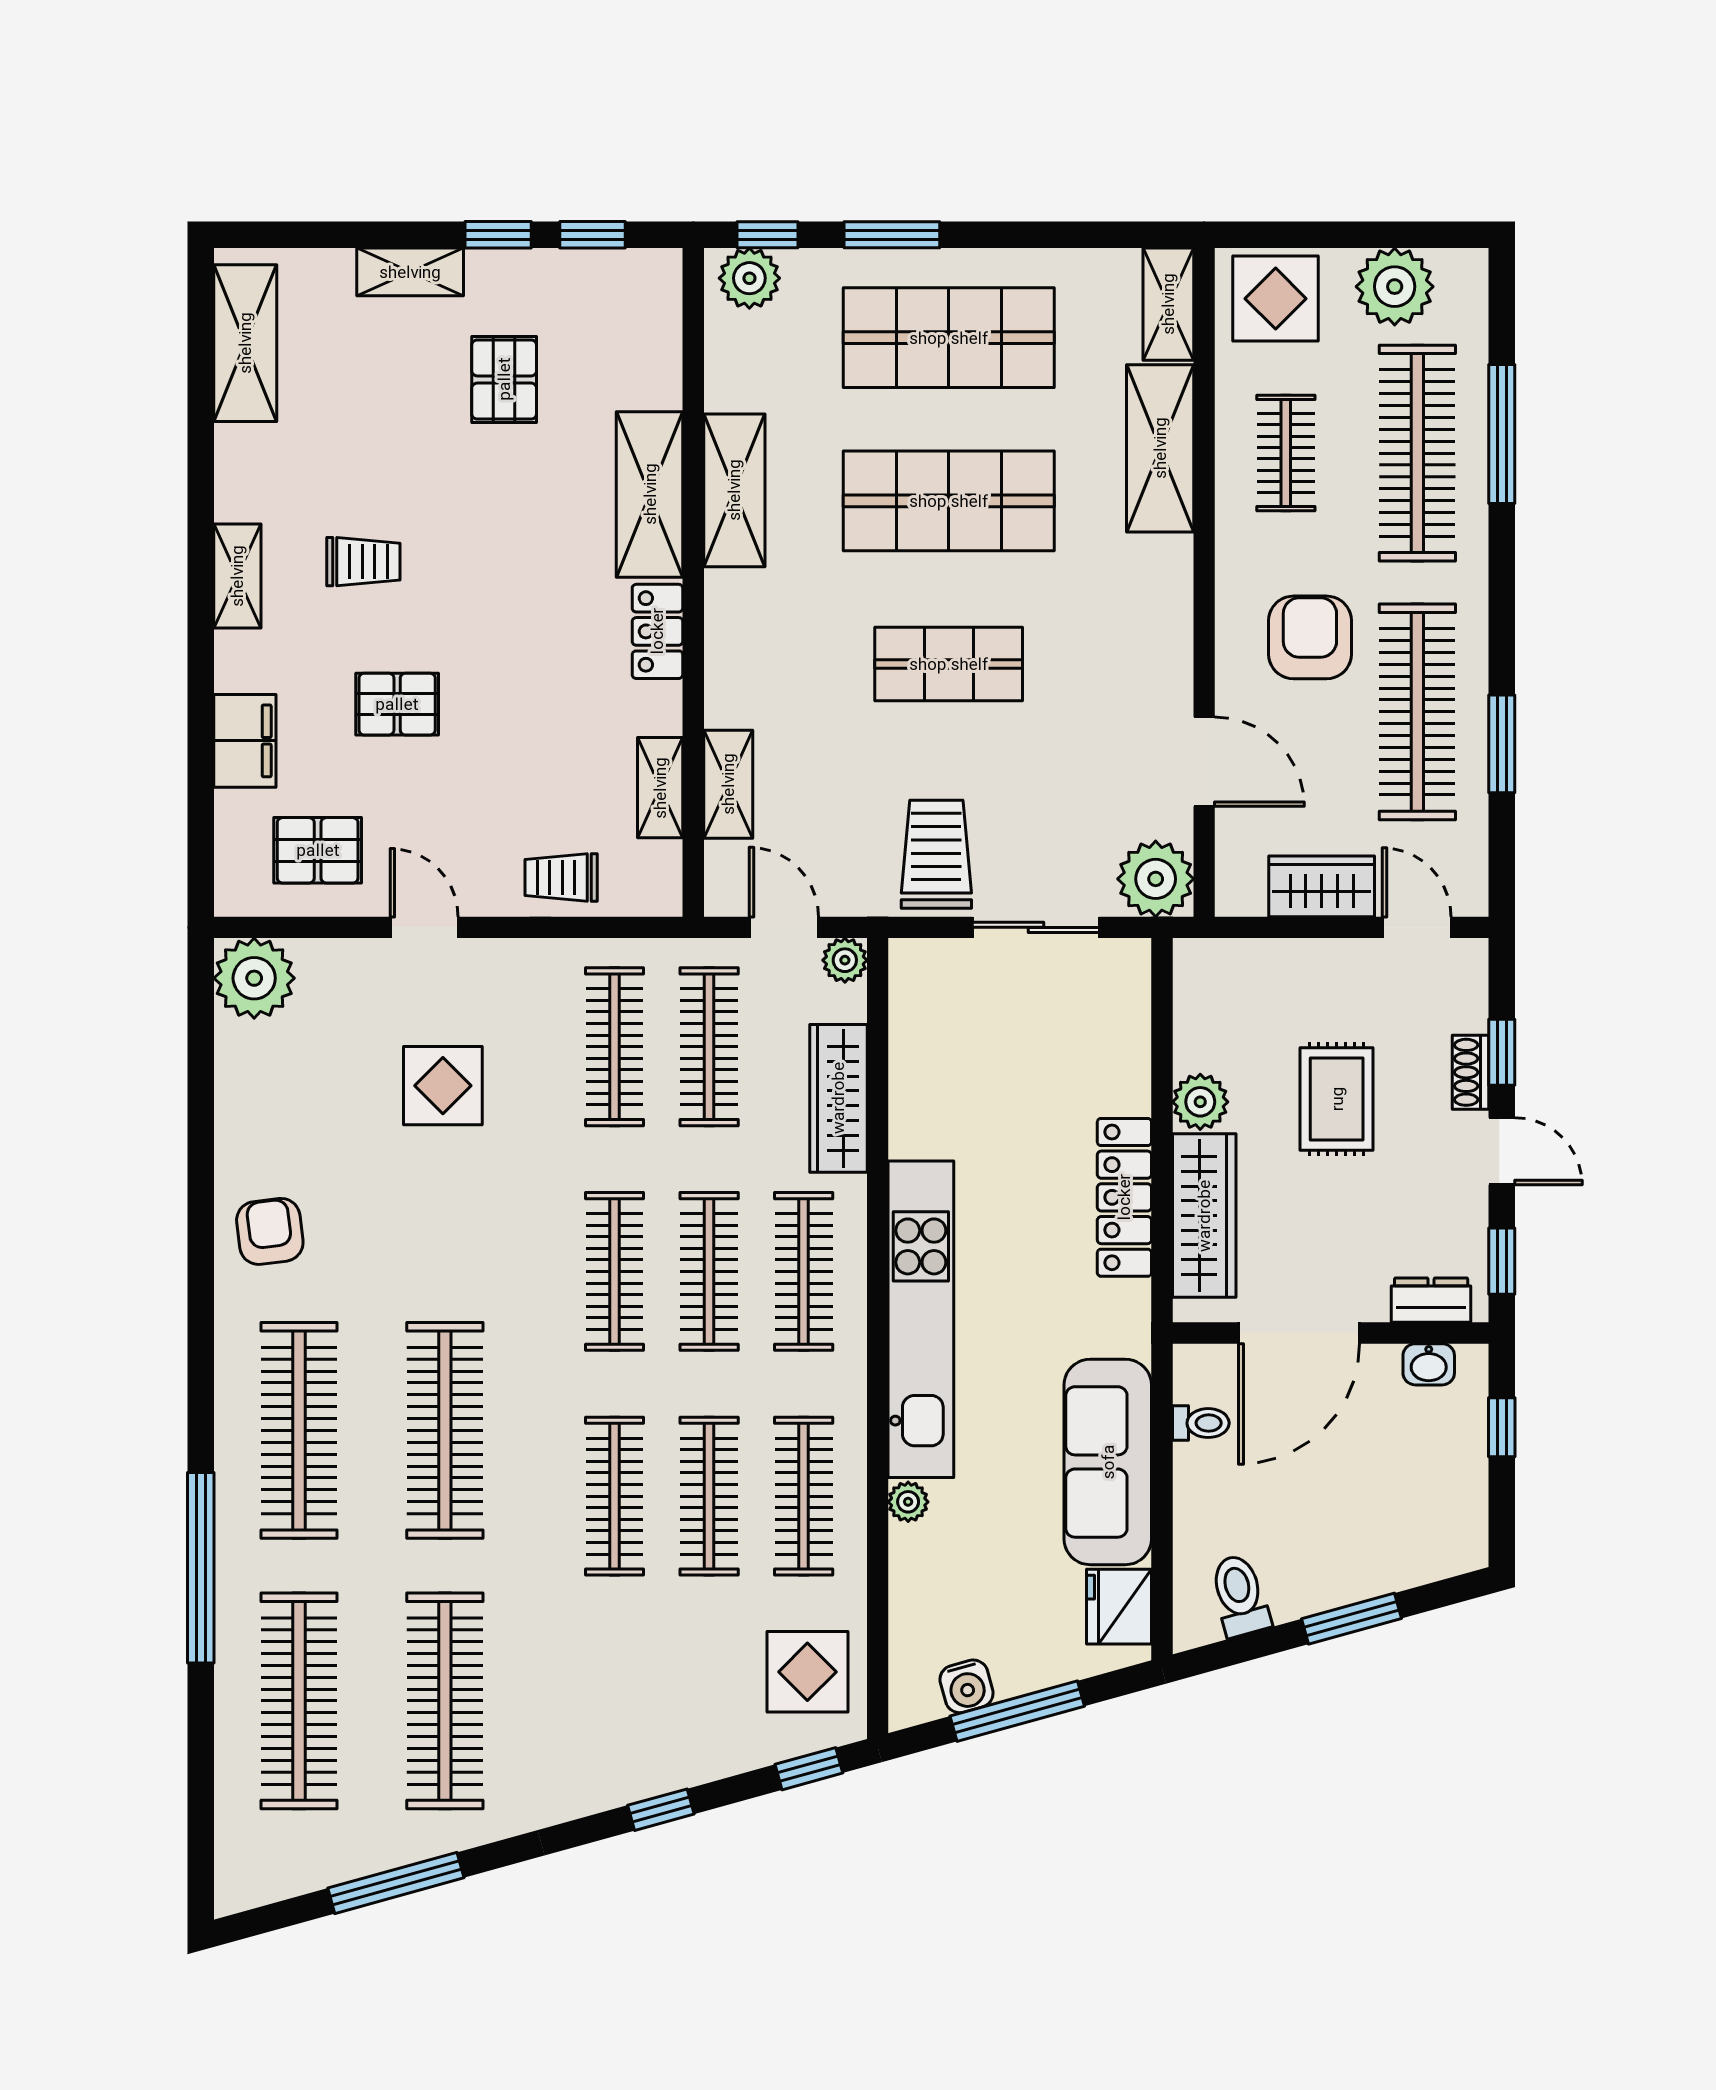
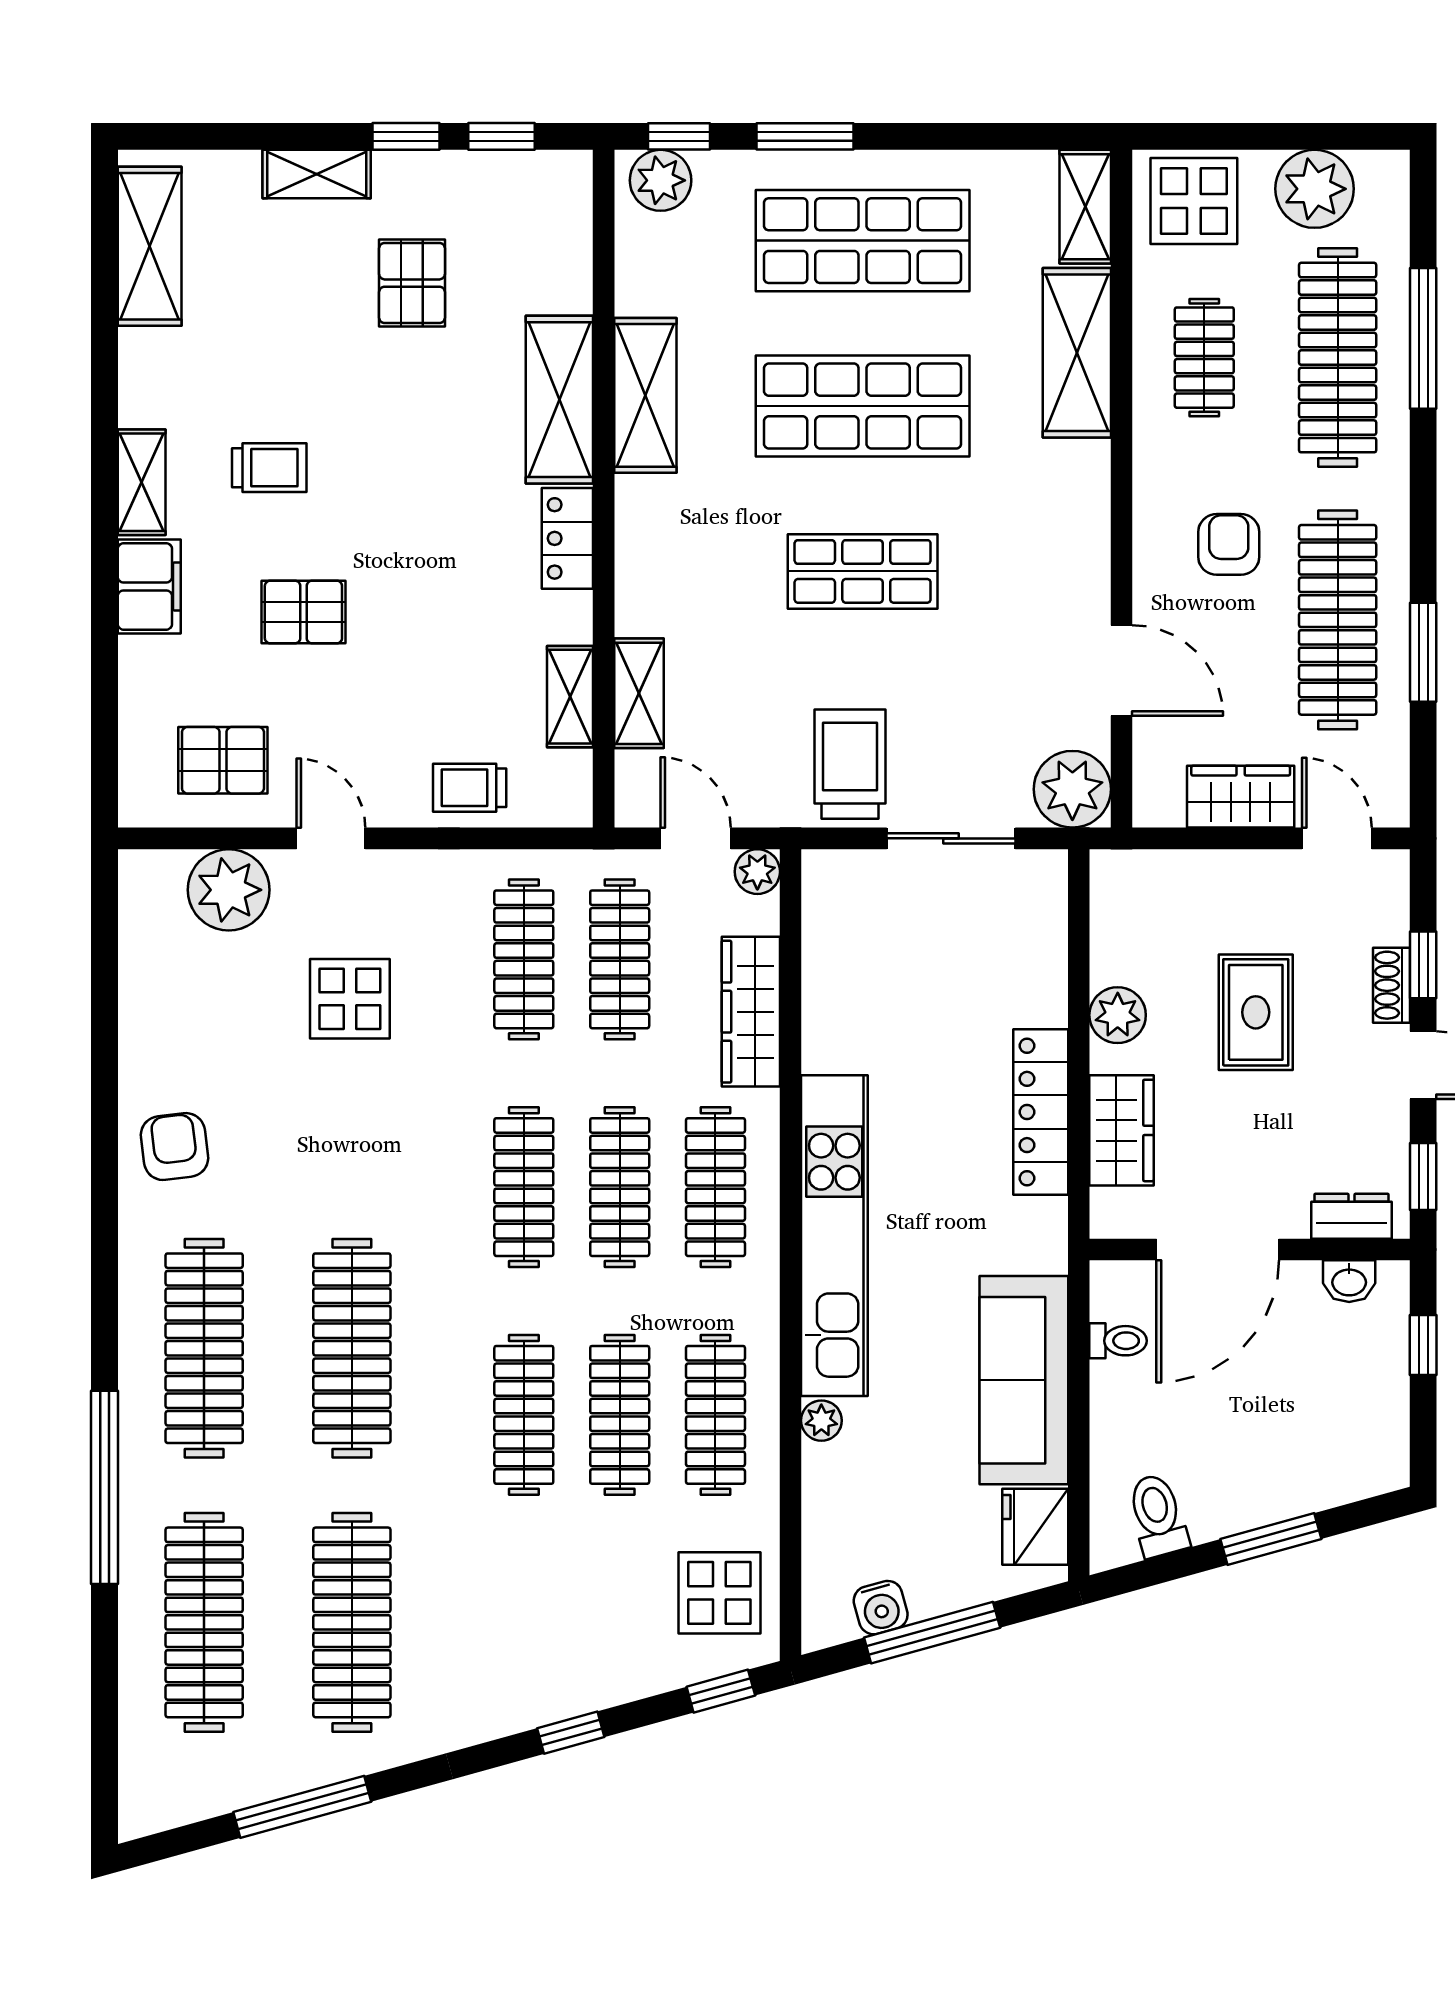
armchair: (1310, 637) -> (1229, 544), width x0.72, depth x0.72
filing cabinet: (245, 741) -> (149, 586), moved
plant: (254, 978) -> (229, 890), moved
wardrobe: (1204, 1216) -> (1122, 1130), width x0.67

